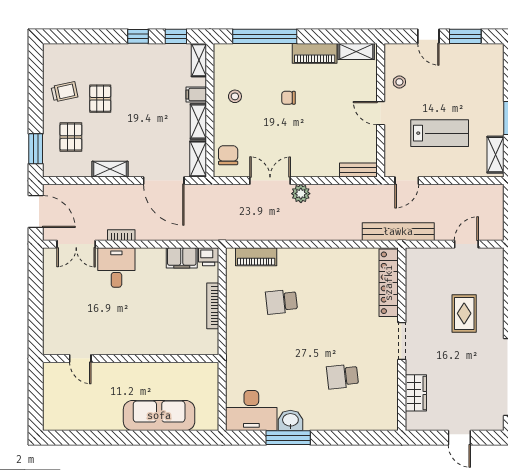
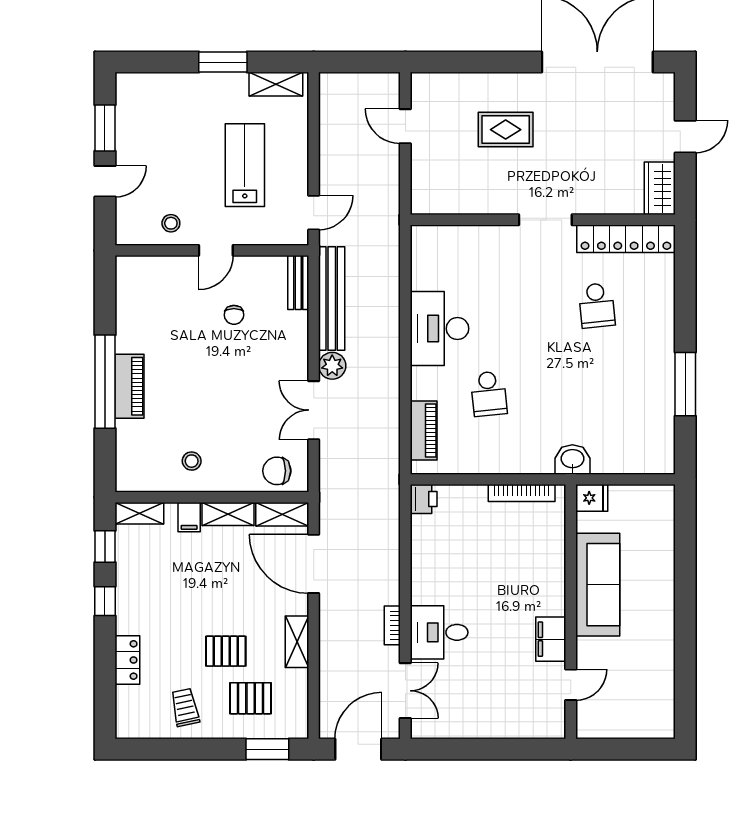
window: (265, 36) -> (105, 382), moved
locker: (97, 52) -> (127, 660), added
shelving: (356, 52) -> (127, 286), removed
piano: (315, 53) -> (130, 386), moved
chair: (288, 98) -> (234, 315), moved
pallet: (100, 99) -> (226, 651), moved
door: (164, 181) -> (314, 564), swing flipped
door: (407, 181) -> (314, 213), hinge flipped
bench: (398, 232) -> (332, 298), moved
filing cabinet: (182, 258) -> (551, 639), moved, turned 180
locker: (389, 283) -> (626, 239), moved
bookcase: (213, 306) -> (522, 493), moved
fridge: (209, 373) -> (592, 498), added
wardrobe: (416, 393) -> (660, 188), moved, turned -90
desk: (251, 411) -> (439, 329), moved, turned 180
sofa: (159, 416) -> (598, 585), moved, turned 180
washbasin: (290, 420) -> (572, 460), moved, turned 90

